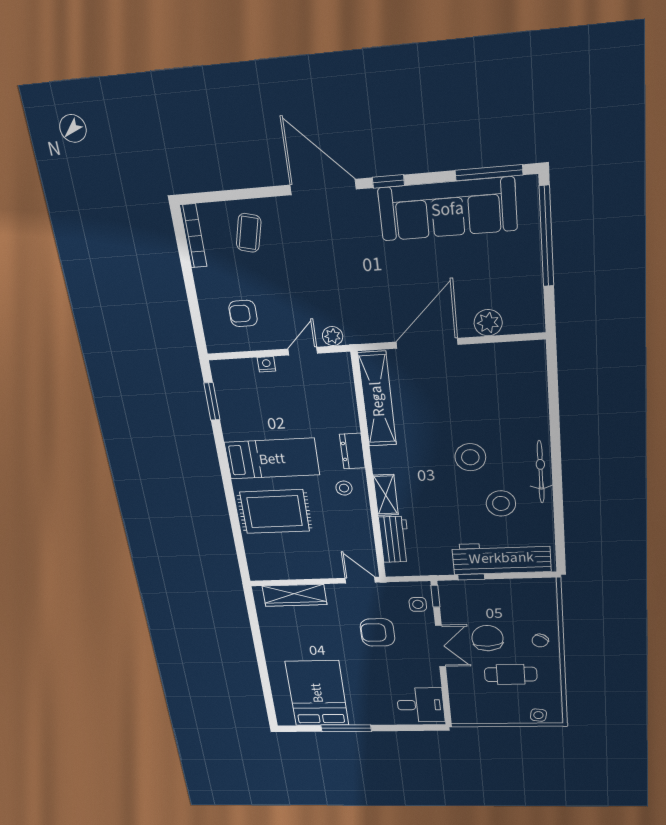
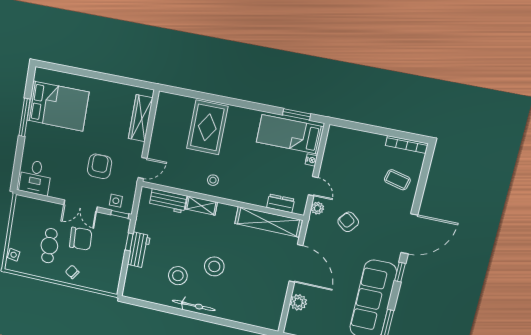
armchair: (243, 313) -> (348, 222), moved, turned -52
dresser: (352, 451) -> (281, 203), moved
bed: (272, 459) -> (290, 134), moved, turned 90
workbench: (501, 558) -> (139, 250), width x0.53, depth x0.76

